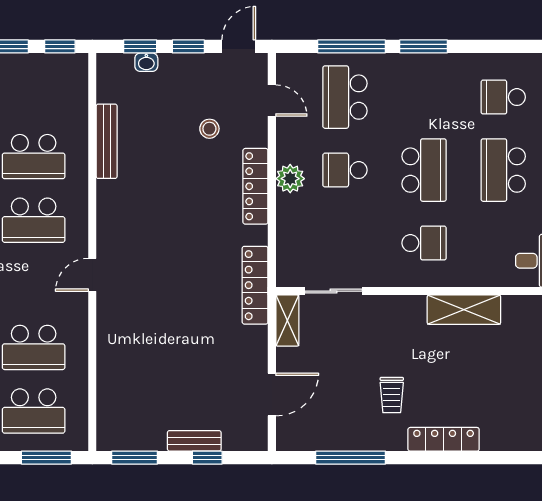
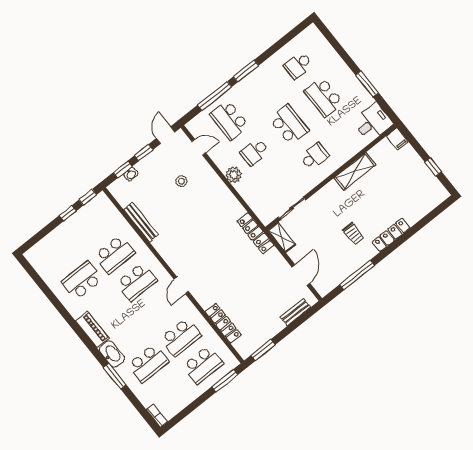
locker: (255, 186) -> (223, 323), moved, turned 180
bench: (194, 441) -> (296, 312), moved
window: (207, 458) -> (295, 325), removed

